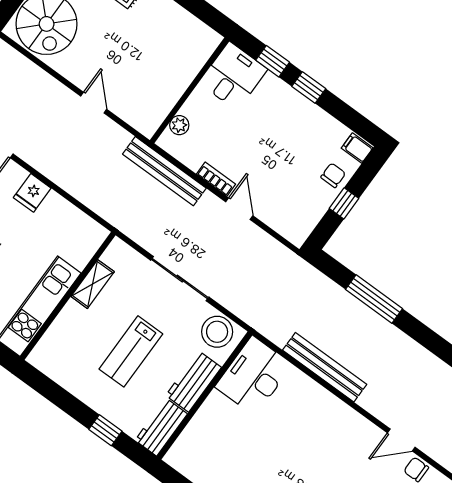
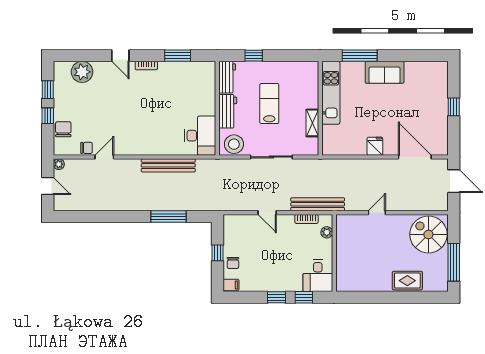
door: (94, 103) -> (377, 213), swing flipped
bookcase: (216, 179) -> (306, 219), moved

